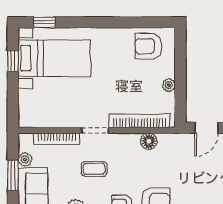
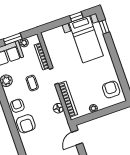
door: (206, 128) -> (77, 138), hinge flipped

